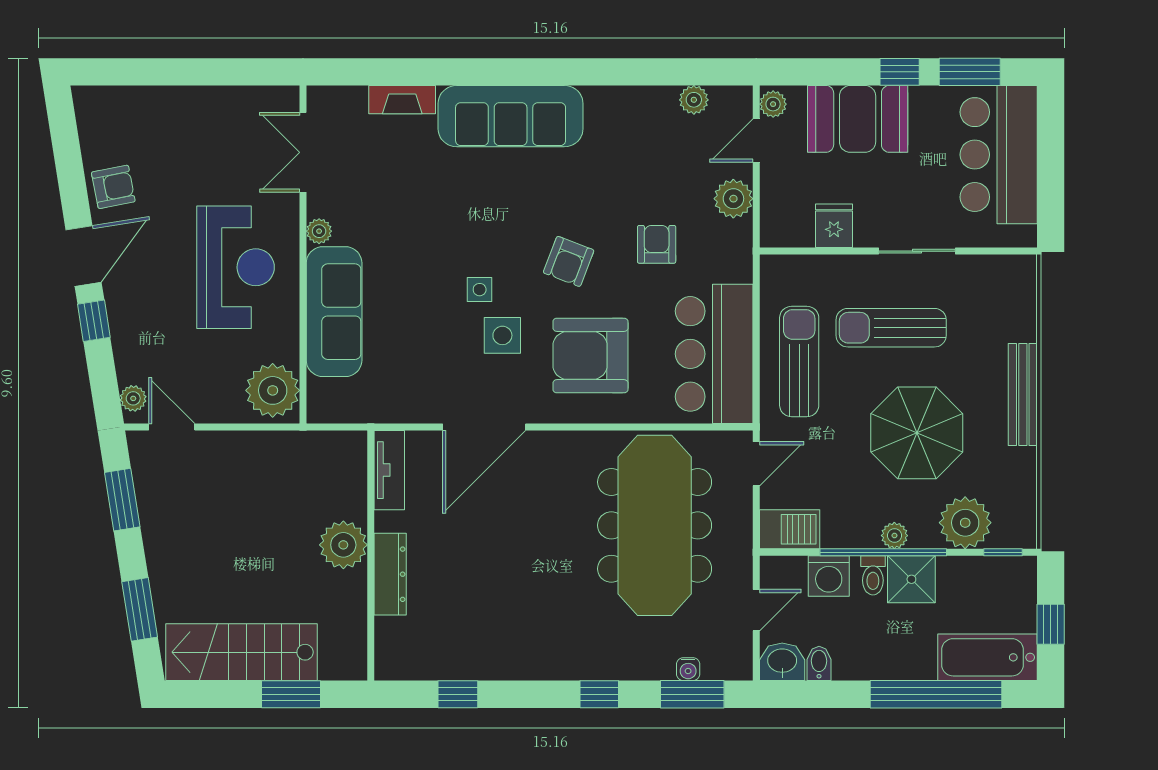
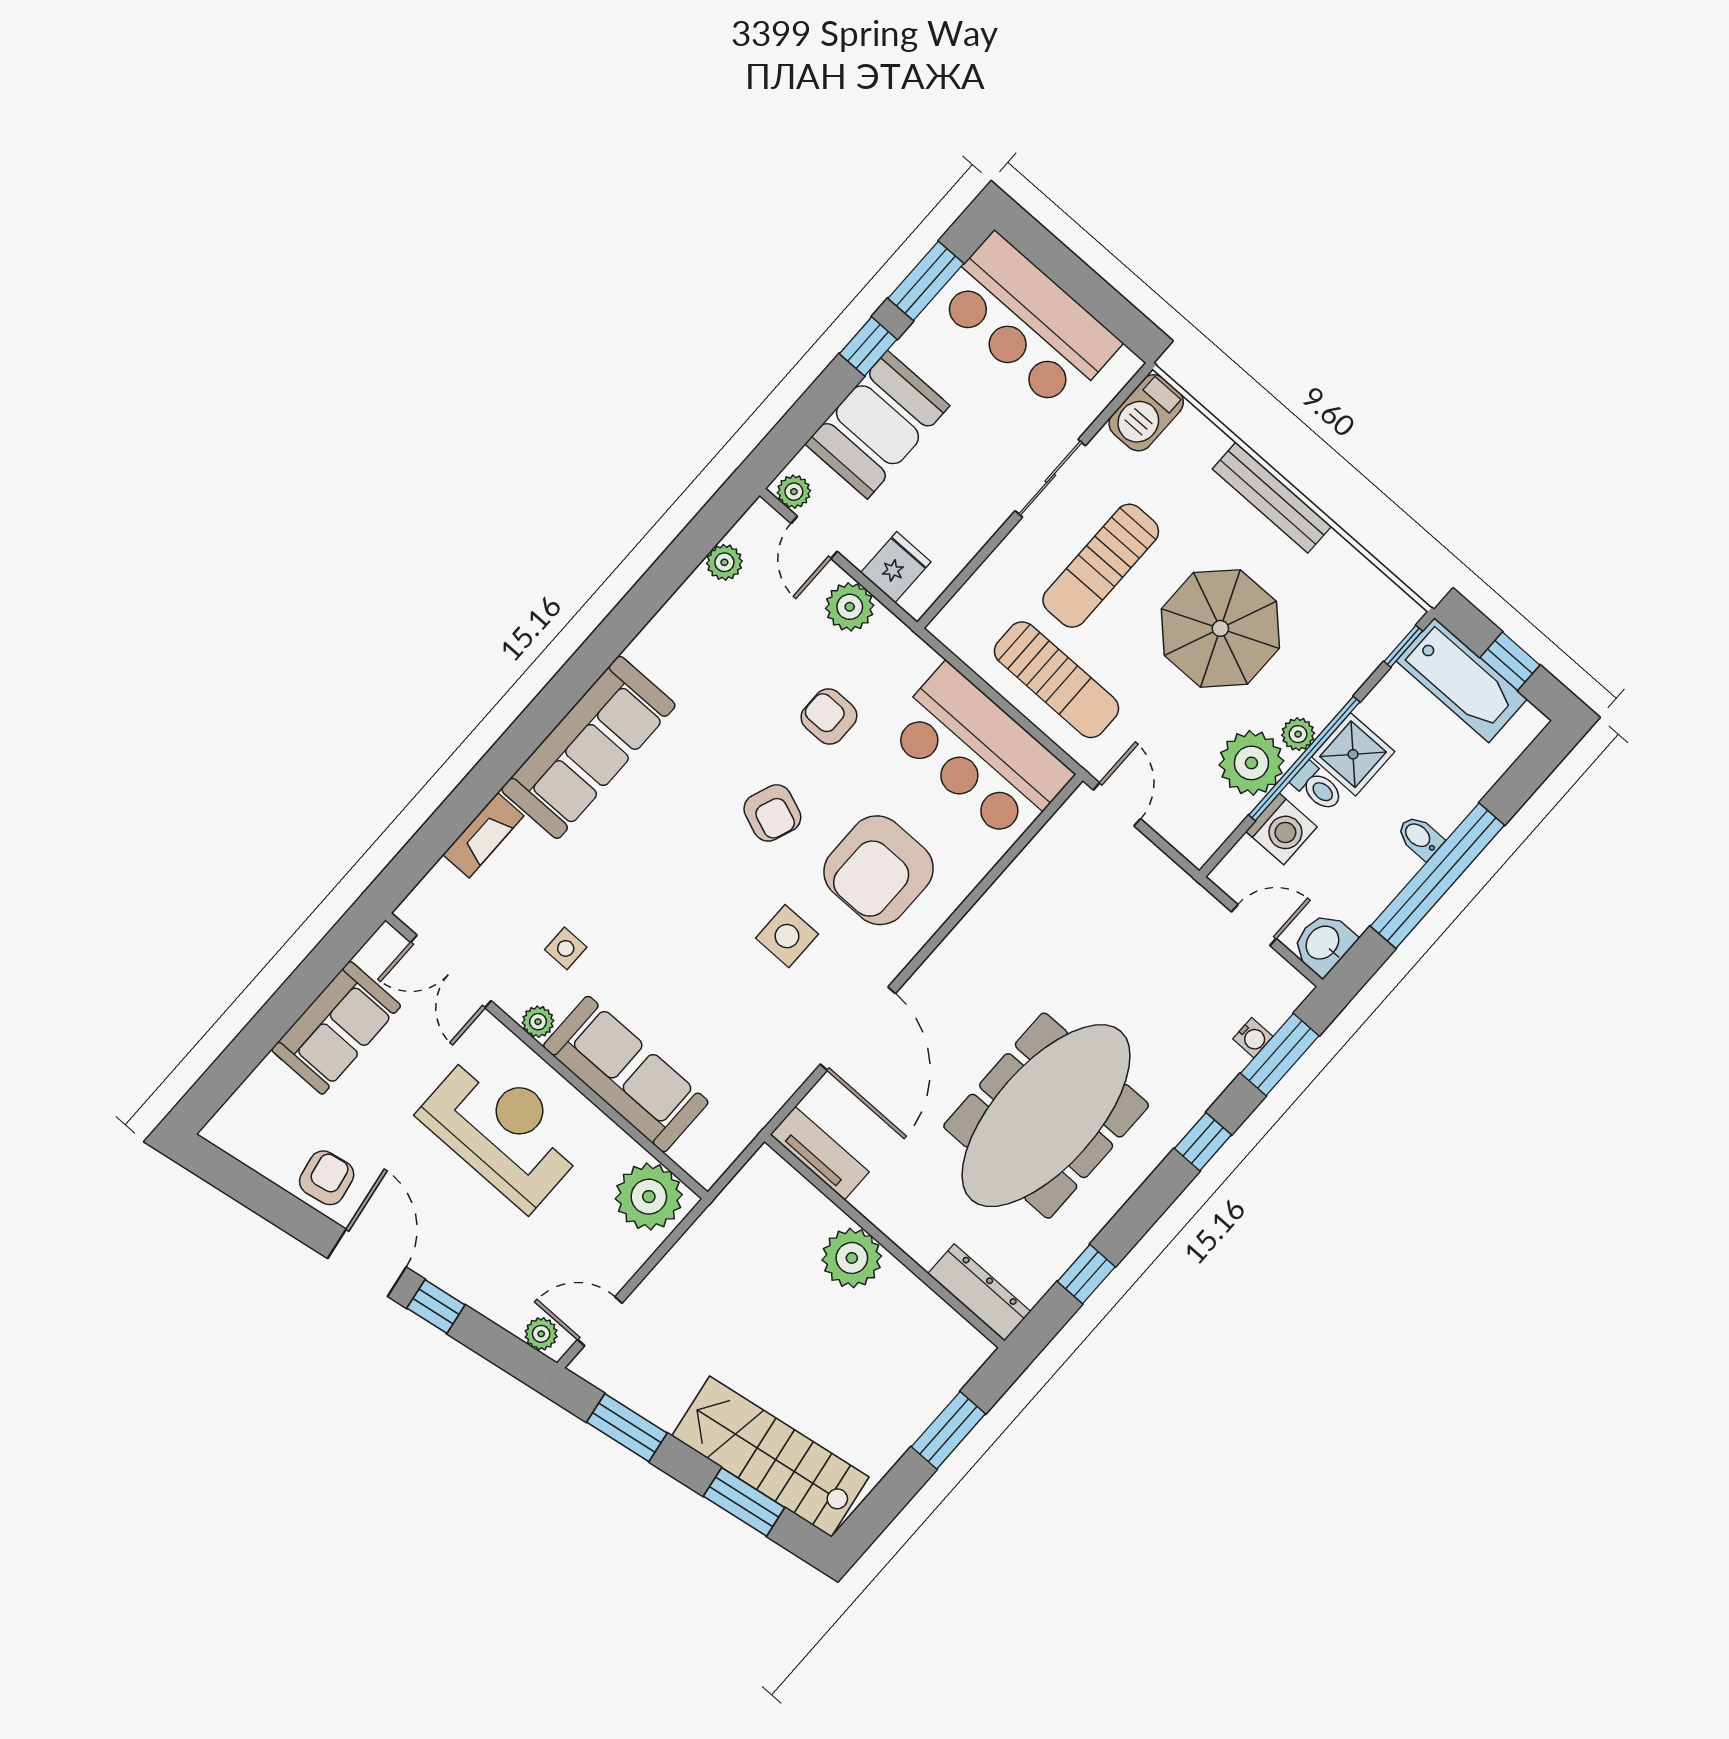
sofa: (208, 113) -> (336, 1028), added
fridge: (834, 226) -> (896, 567), moved, turned 90
side table: (480, 290) -> (566, 948), moved
sun lounger: (799, 362) -> (1056, 680), turned 180
plant: (965, 523) -> (1251, 763), moved
meeting table: (655, 525) -> (1046, 1116), moved, turned 90
barbecue: (790, 529) -> (1146, 413), moved, turned 180
dresser: (390, 574) -> (979, 1292), moved
door: (756, 610) -> (1254, 925), hinge flipped
stairs: (242, 652) -> (770, 1456), moved, turned 81
bathtub: (987, 657) -> (1462, 680), moved, turned -90
bidet: (819, 663) -> (1420, 837), moved
window: (936, 694) -> (1437, 876), moved

